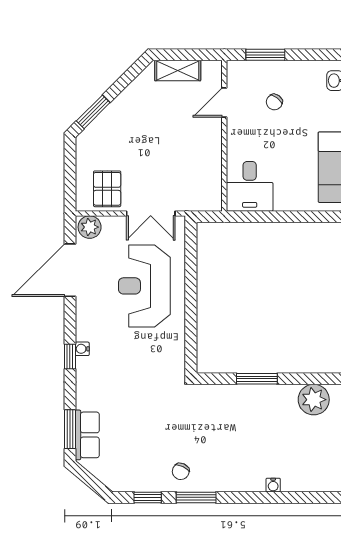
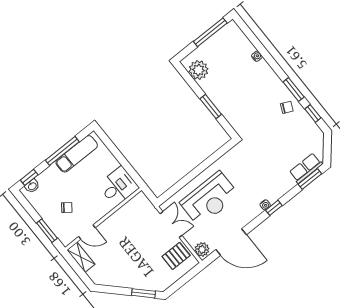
shelving: (178, 70) -> (81, 257), moved

